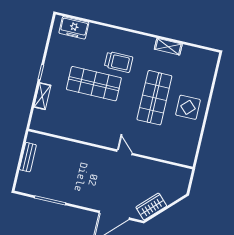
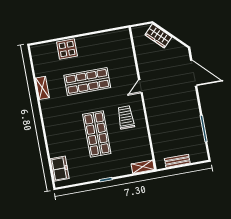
trolley: (119, 62) -> (126, 117), moved
shelving: (42, 96) -> (143, 167), moved
display table: (188, 107) -> (67, 49), moved
wardrobe: (151, 207) -> (158, 36), moved

